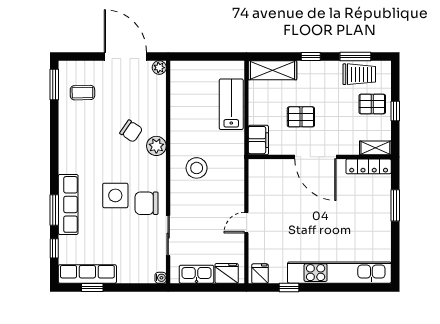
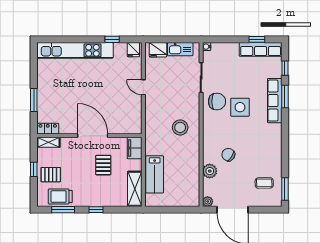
shelving: (273, 70) -> (135, 189), moved, turned 90
pallet: (301, 117) -> (103, 165), turned 90
plant: (156, 146) -> (210, 171), moved
locker: (369, 166) -> (48, 129), width x0.66
door: (246, 223) -> (143, 87), swing flipped

